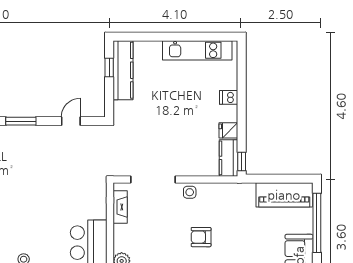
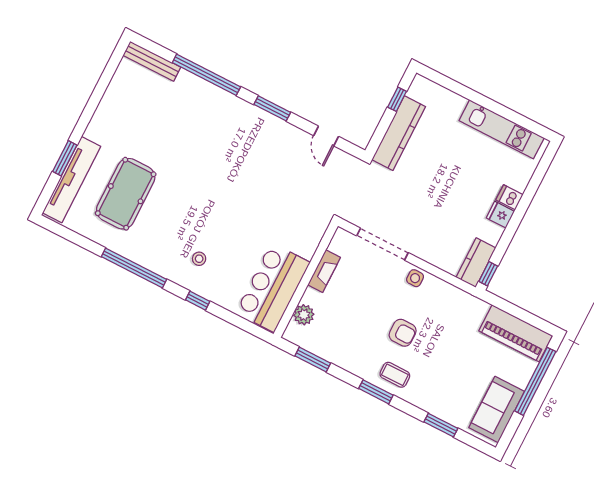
kitchen counter: (123, 70) -> (399, 133), moved
door: (71, 121) -> (326, 136), swing flipped
fridge: (228, 130) -> (500, 215), moved
fireplace: (120, 207) -> (324, 271), moved
armchair: (201, 237) -> (403, 333), turned 180

